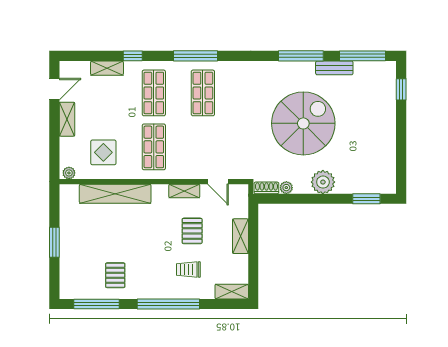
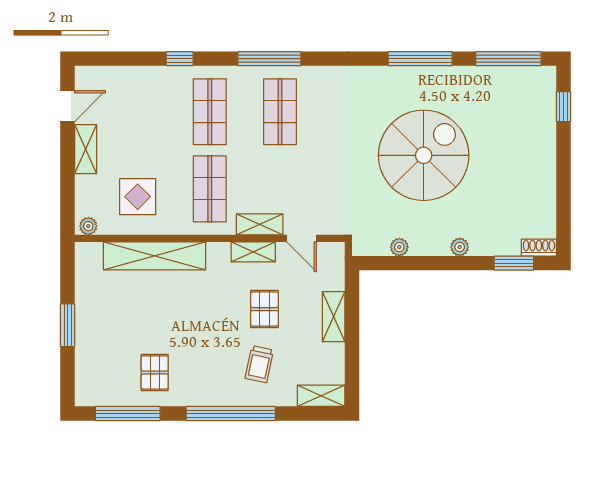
shelving: (107, 68) -> (260, 224), moved
bench: (334, 68) -> (468, 76), removed
plant: (323, 182) -> (460, 247), width x0.53, depth x0.53
shoe rack: (266, 188) -> (539, 248), moved
trolley: (188, 269) -> (259, 364), turned -78

